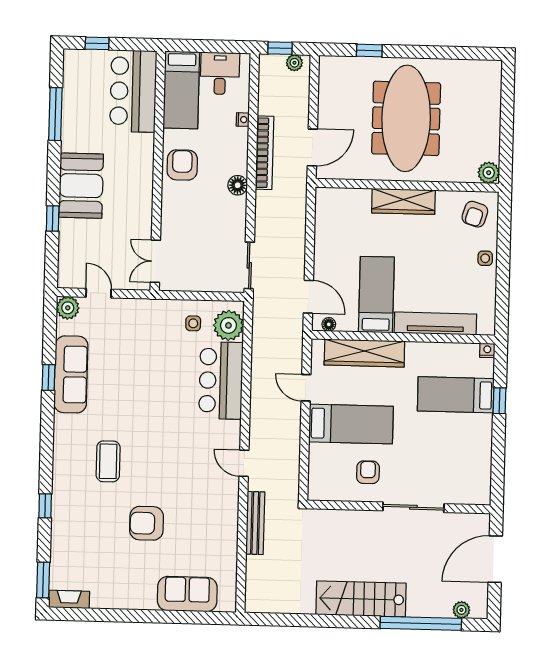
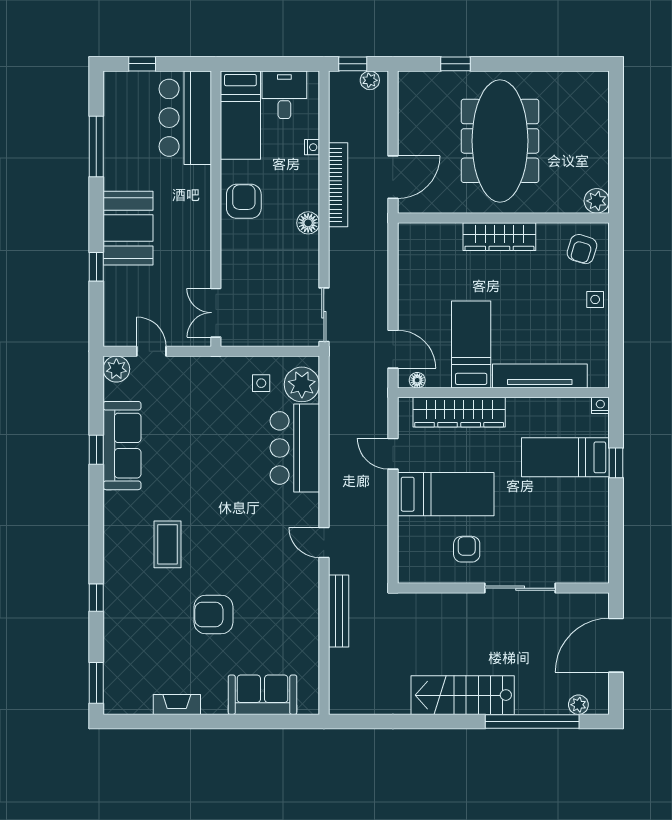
fireplace: (69, 599) -> (177, 704), moved

